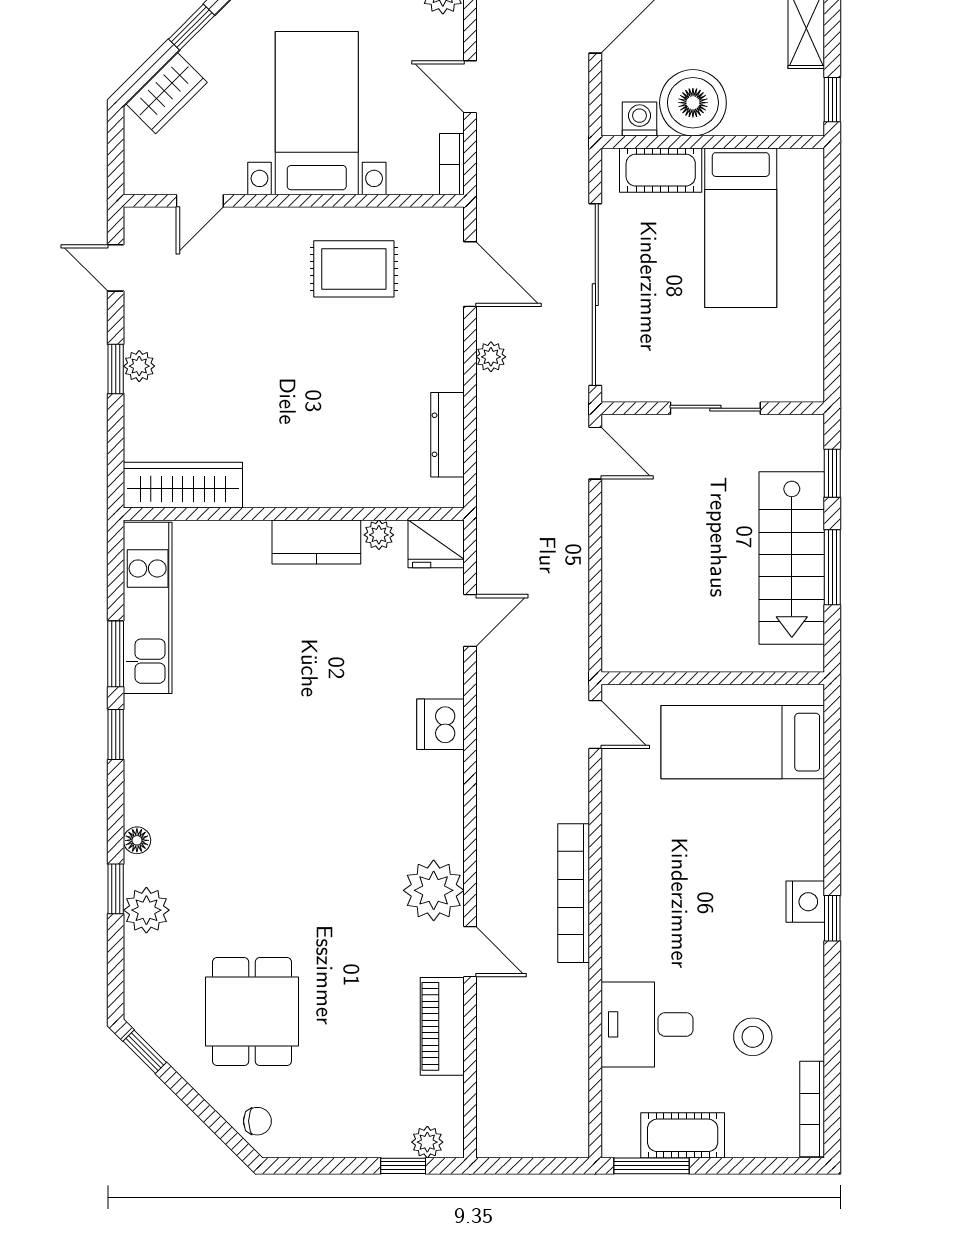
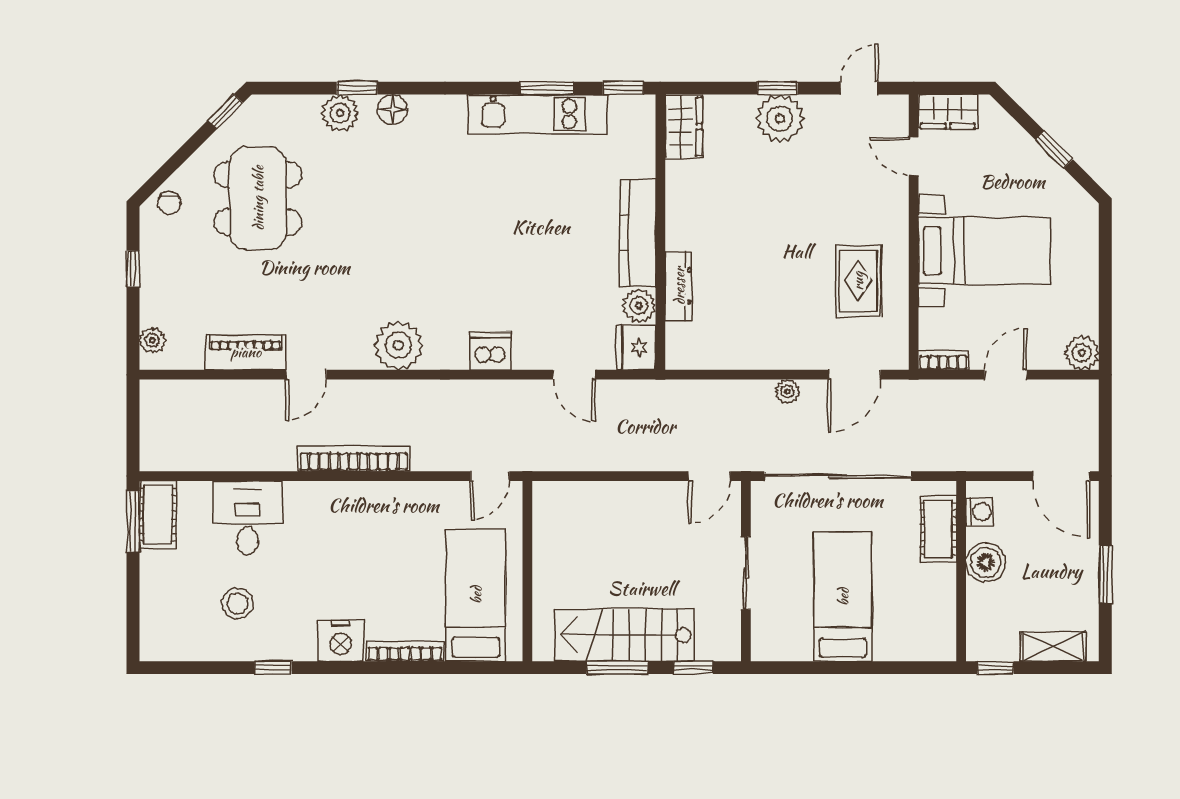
wardrobe: (167, 93) -> (948, 112), moved, turned -45
boiler: (693, 103) -> (986, 562), width x0.73, depth x0.73
bed: (741, 228) -> (843, 597), moved, turned 90
plant: (139, 366) -> (780, 118), width x1.87, depth x1.87
dresser: (447, 435) -> (679, 286), moved, turned 90
wardrobe: (183, 485) -> (684, 127), width x0.67
plant: (379, 535) -> (639, 306), width x1.38, depth x1.38
kitchen counter: (316, 542) -> (638, 233), width x1.50
kitchen unit: (148, 608) -> (537, 114), moved
window: (116, 735) -> (623, 88), moved
floor lamp: (137, 840) -> (392, 109), width x1.37, depth x1.37
plant: (434, 890) -> (398, 345), moved
nightstand: (805, 902) -> (341, 641), width x1.36, depth x1.33
window: (832, 918) -> (273, 668), moved
dining table: (252, 1012) -> (258, 198), width x1.38
bookcase: (812, 1109) -> (405, 651), moved
cot: (683, 1135) -> (158, 515), moved
window: (403, 1166) -> (133, 269), moved

